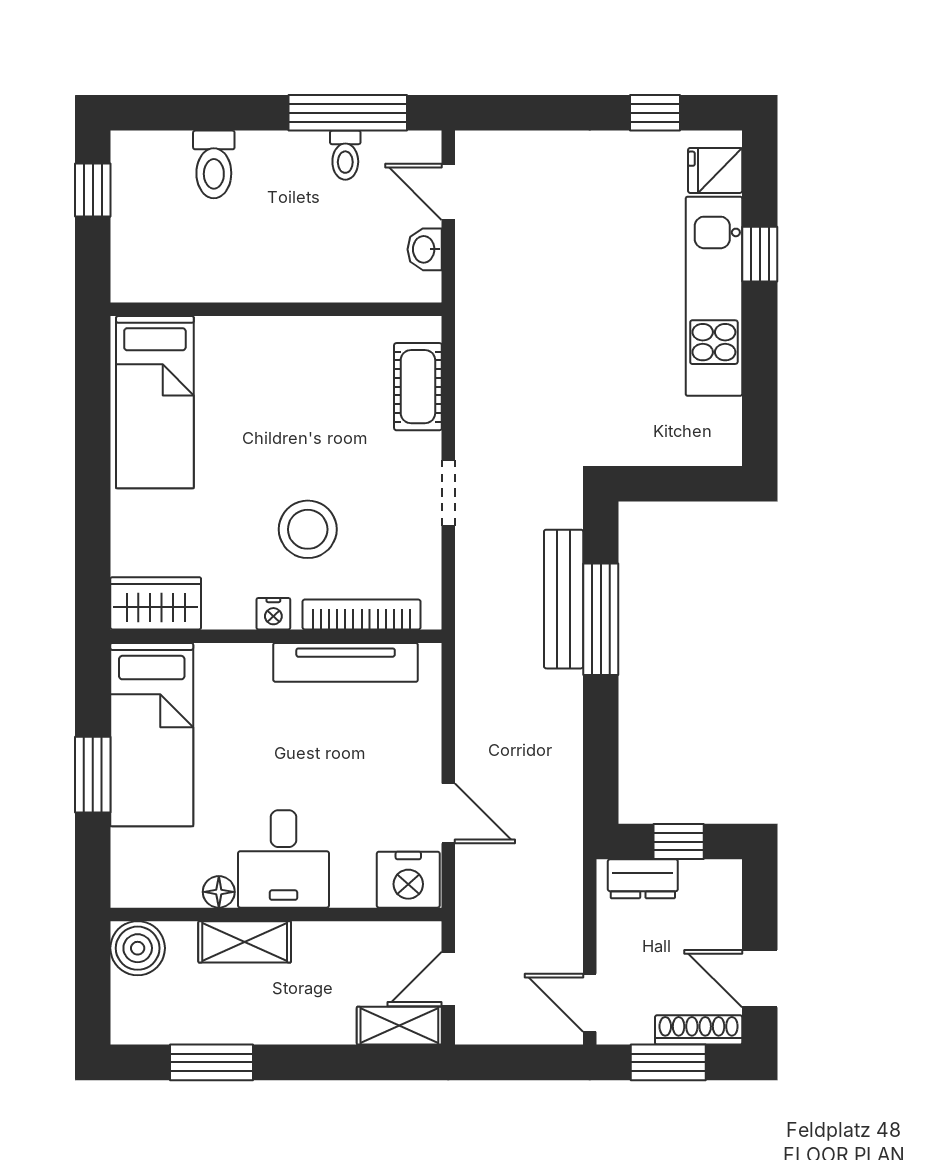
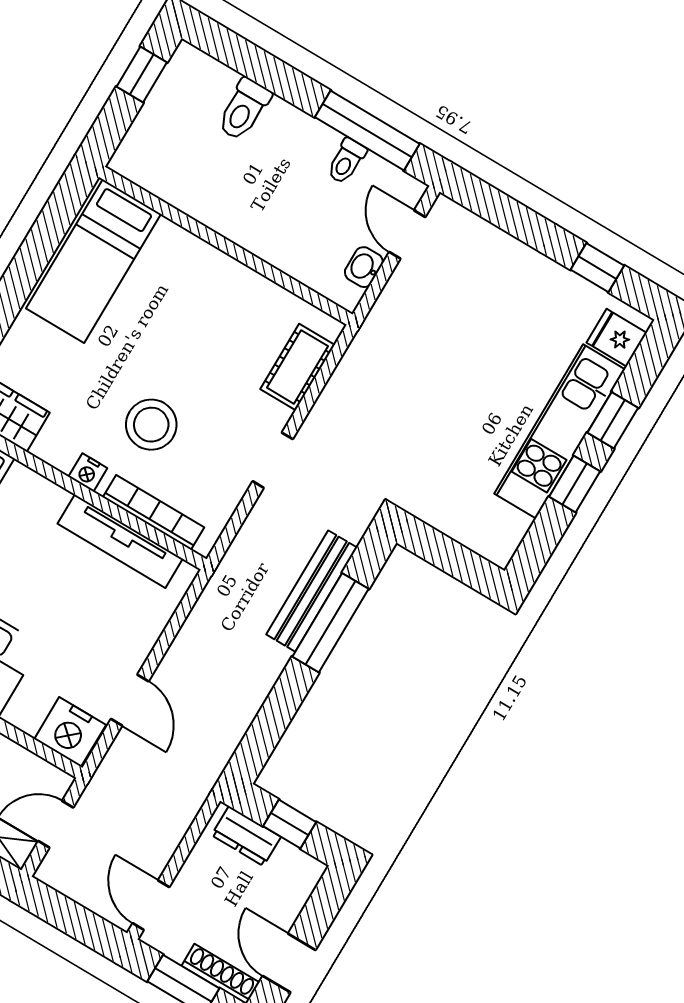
window: (760, 339) -> (575, 484), added

